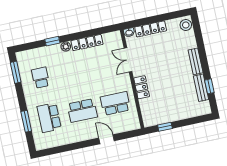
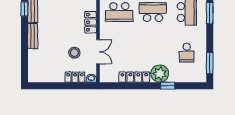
stool: (186, 25) -> (74, 53), moved
locker: (151, 29) -> (75, 77), width x0.66
plant: (66, 47) -> (160, 74), width x1.87, depth x1.87

